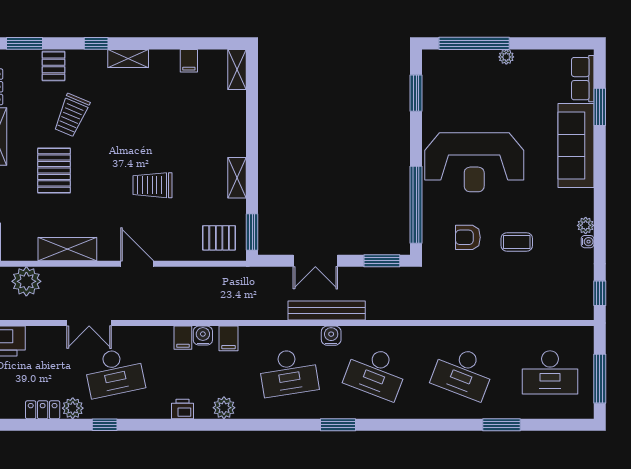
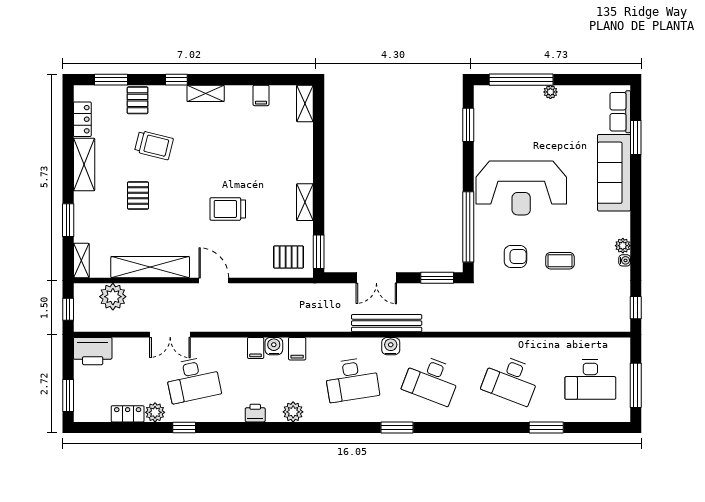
trolley: (71, 115) -> (154, 145), turned -99
pallet: (54, 170) -> (138, 196), width x0.67, depth x0.71
armchair: (468, 237) -> (515, 256), turned 180
shelving: (67, 249) -> (150, 267), width x1.47

